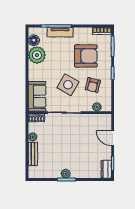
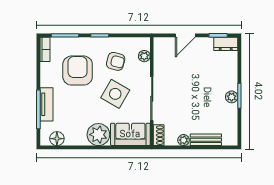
plant: (37, 55) -> (98, 135), moved

